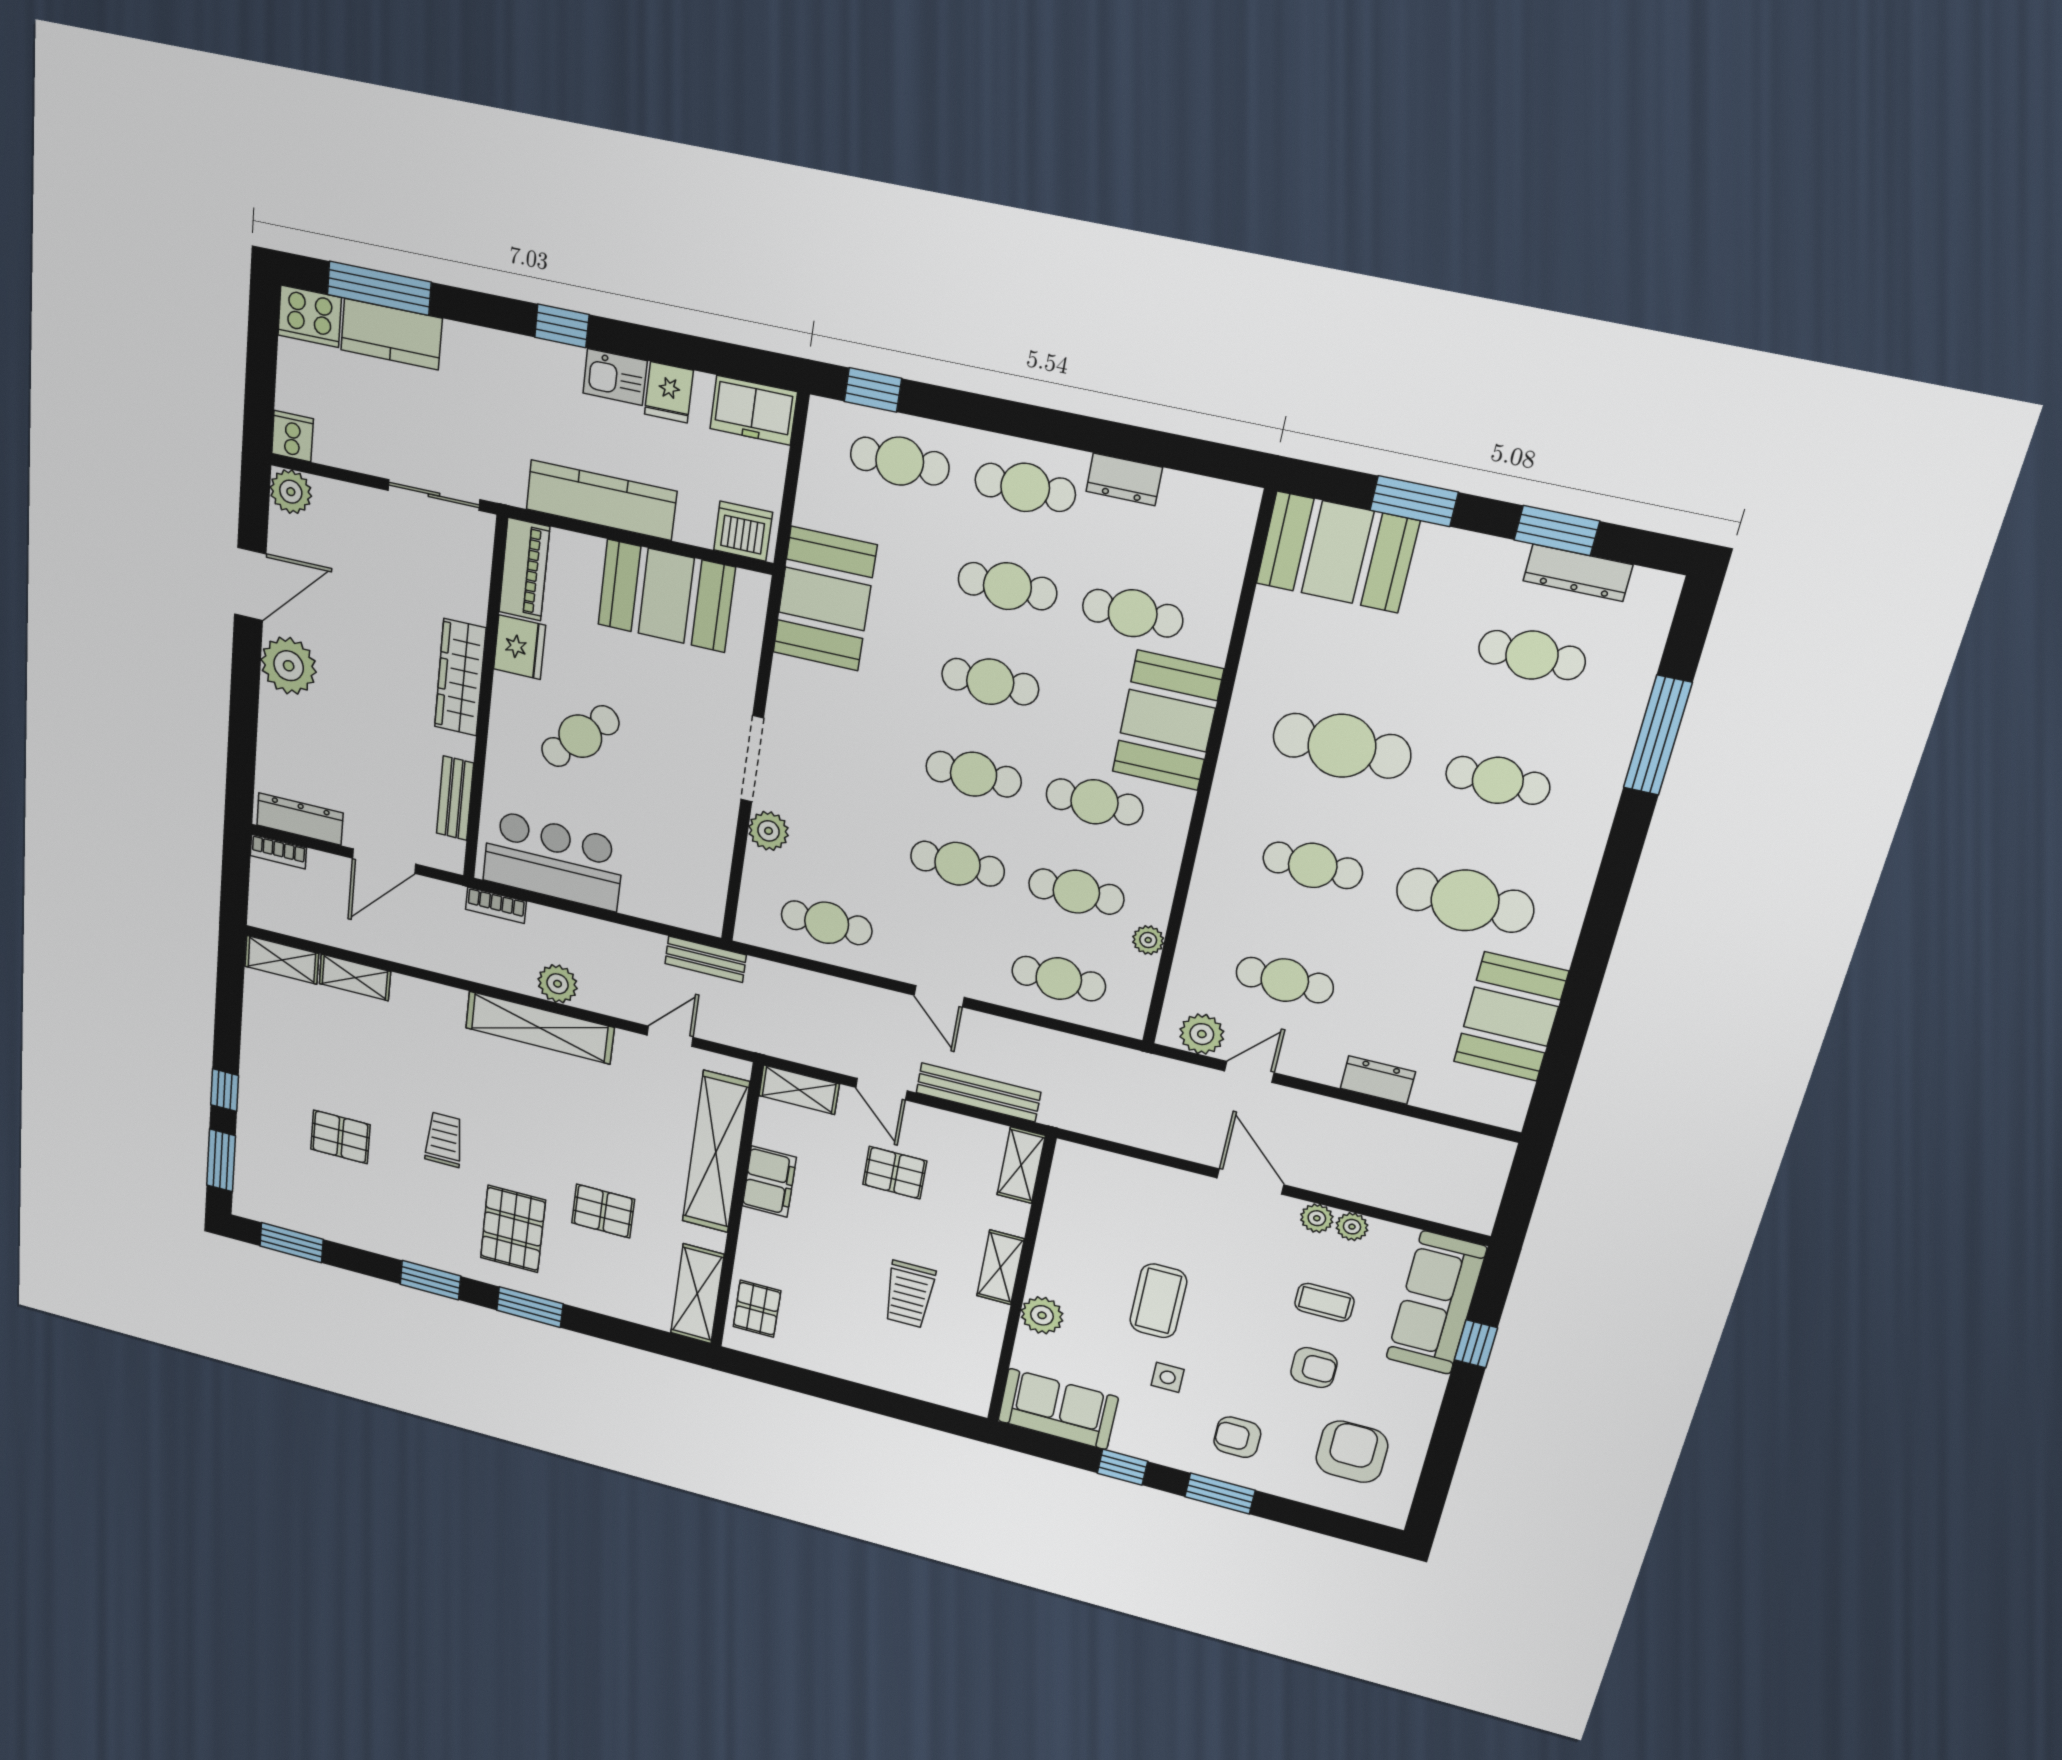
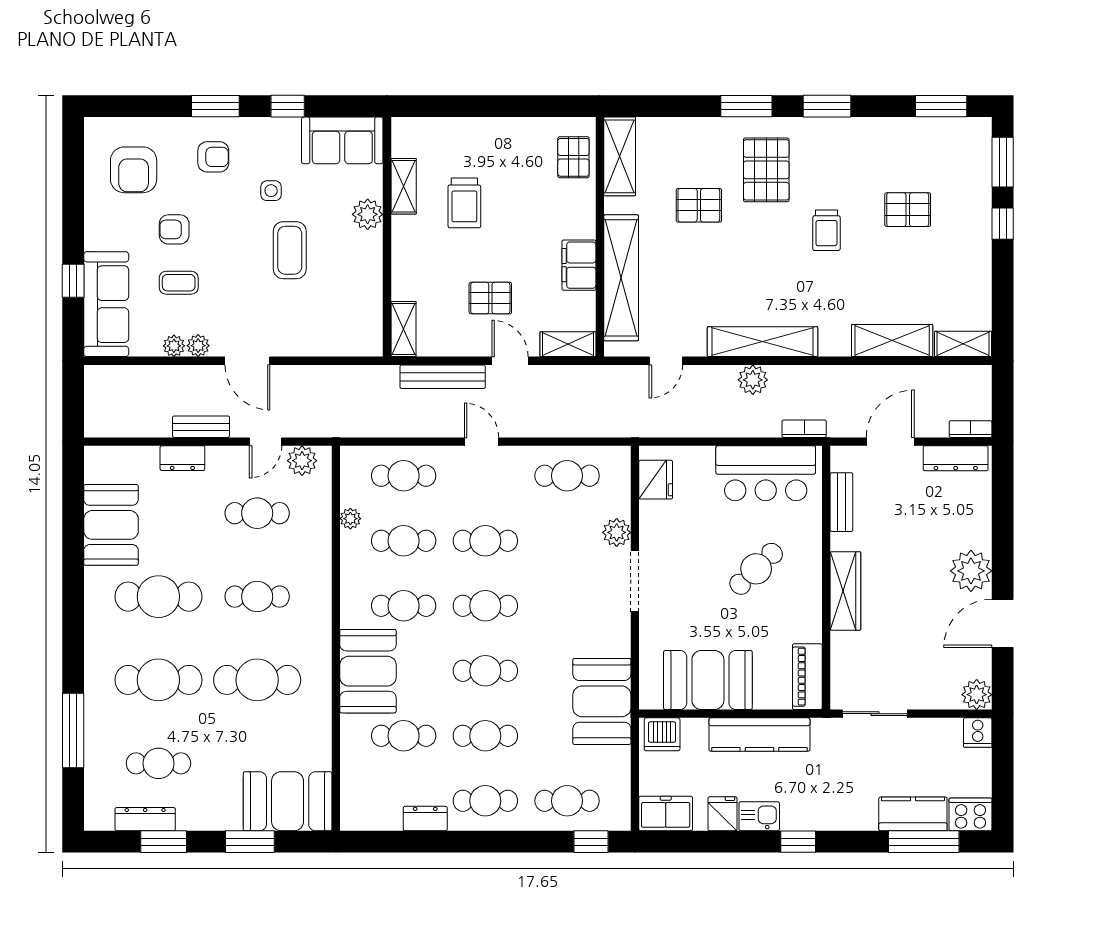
fridge: (520, 647) -> (656, 480), moved, turned 180
cafe table: (1498, 780) -> (158, 680), width x1.37, depth x1.35
bench: (706, 959) -> (201, 427), moved
shelving: (355, 978) -> (892, 341), width x1.50, depth x1.33
shelving: (1000, 1267) -> (404, 186), moved
trolley: (909, 1294) -> (464, 203), turned 180

